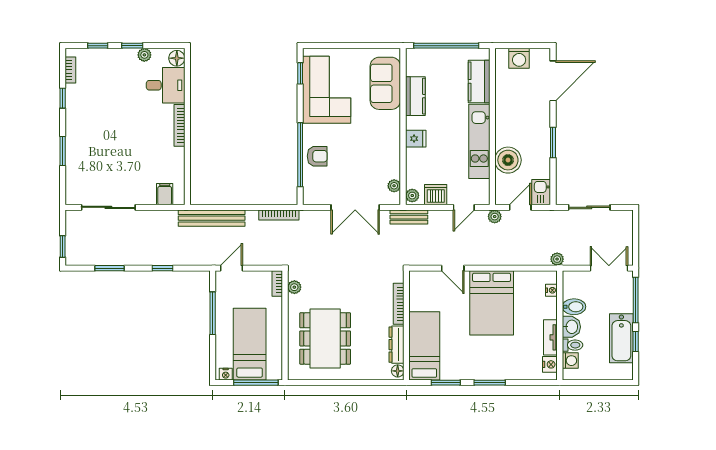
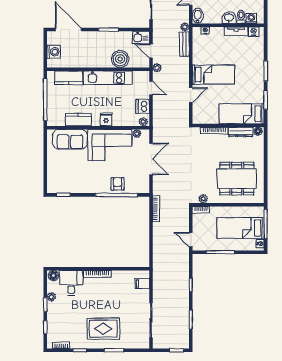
corner sofa: (327, 90) -> (110, 145), moved, turned 180
rug: (96, 134) -> (103, 329), added
bench: (409, 217) -> (184, 44), moved
bench: (212, 218) -> (158, 253), removed
bed: (492, 303) -> (213, 74), width x0.67
bidet: (574, 307) -> (198, 16), moved

